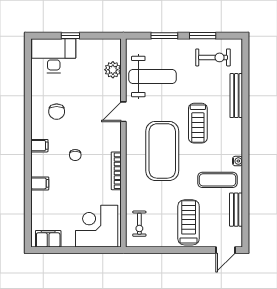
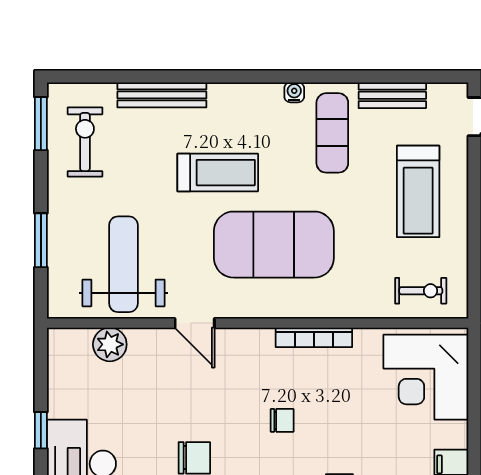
window: (203, 36) -> (41, 124), moved
treadmill: (189, 222) -> (418, 191), turned -90

